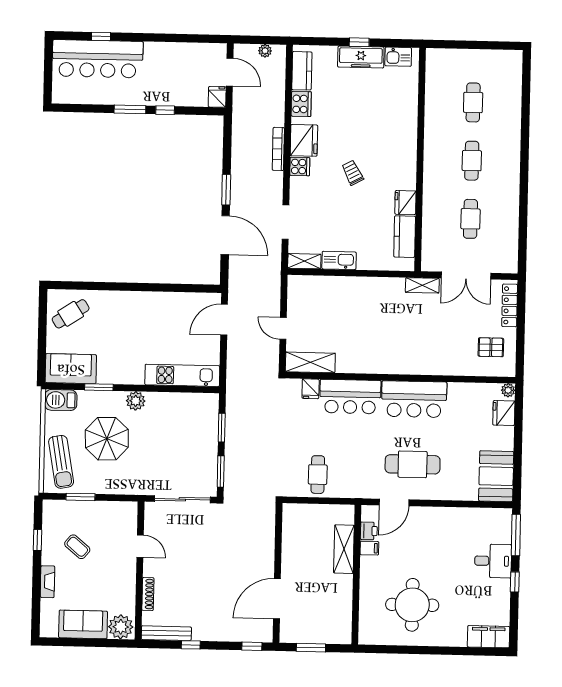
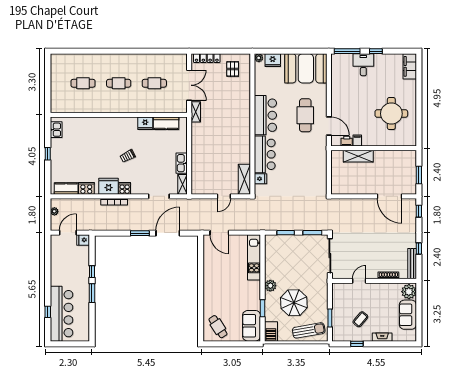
freezer: (361, 57) -> (57, 153), removed
cafe table: (318, 475) -> (313, 173), removed
booth: (496, 476) -> (306, 68), width x1.36, depth x1.42

